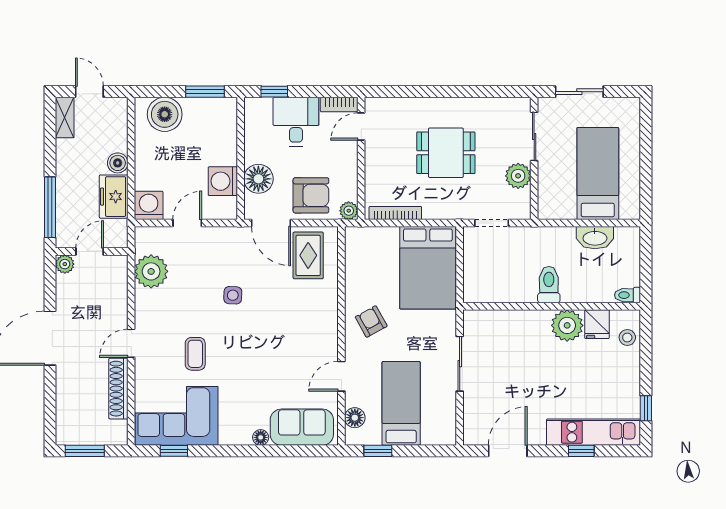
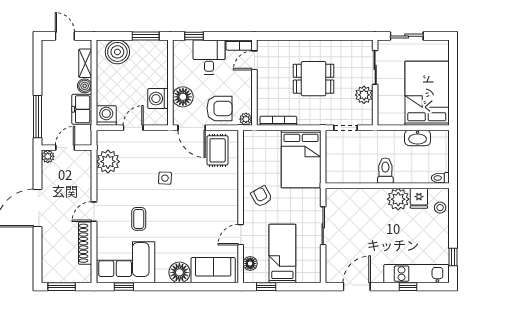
shelving: (65, 118) -> (85, 63), moved
bed: (598, 174) -> (427, 93), width x1.50
floor lamp: (261, 437) -> (179, 272), width x1.89, depth x1.89

